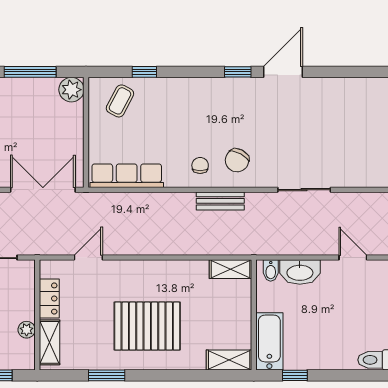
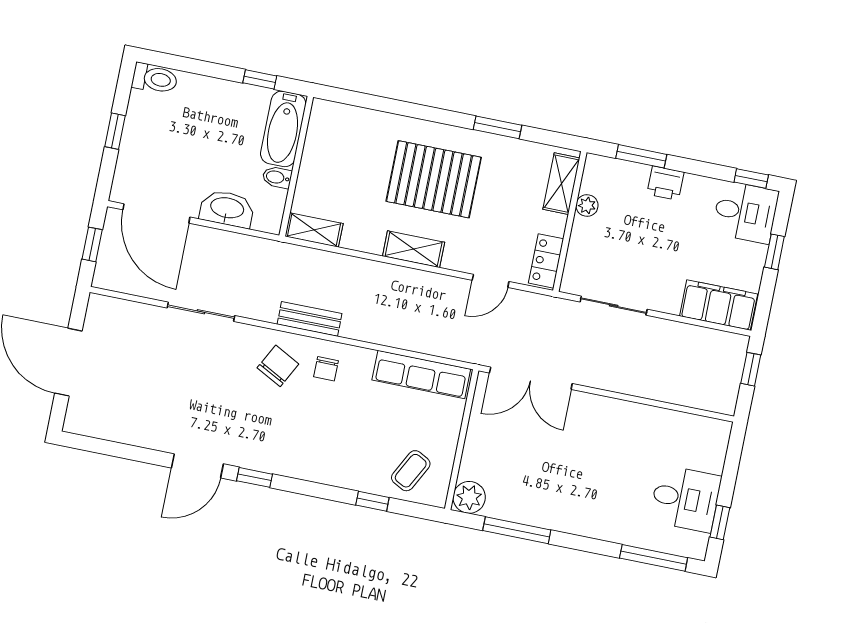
door: (353, 258) -> (156, 213), width x1.87
bidet: (271, 271) -> (277, 177), moved, turned -90
locker: (49, 299) -> (546, 261), moved
shelving: (229, 360) -> (414, 249), moved

